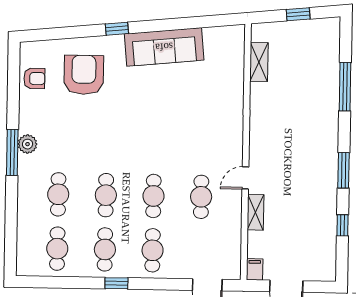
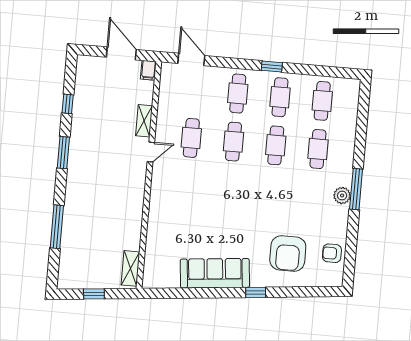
shelving: (259, 62) -> (130, 268), moved

